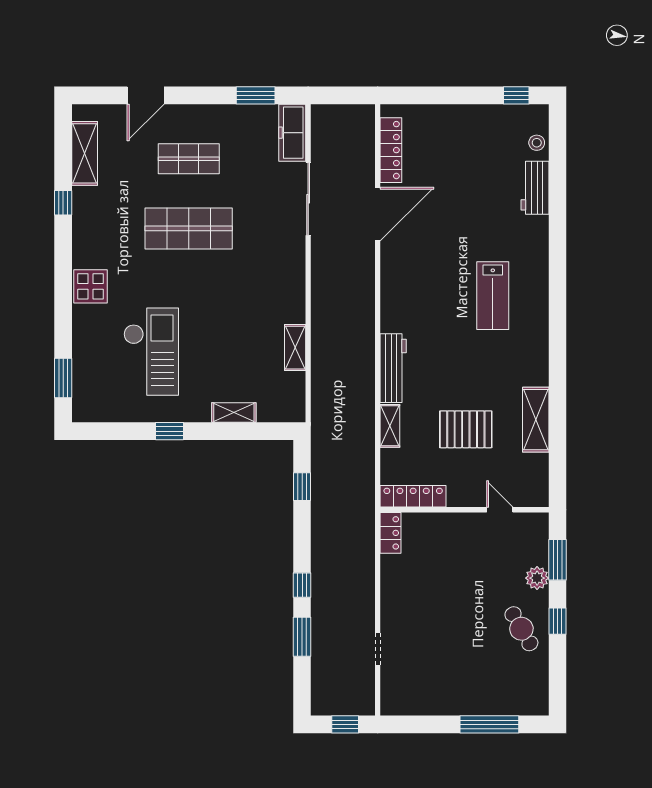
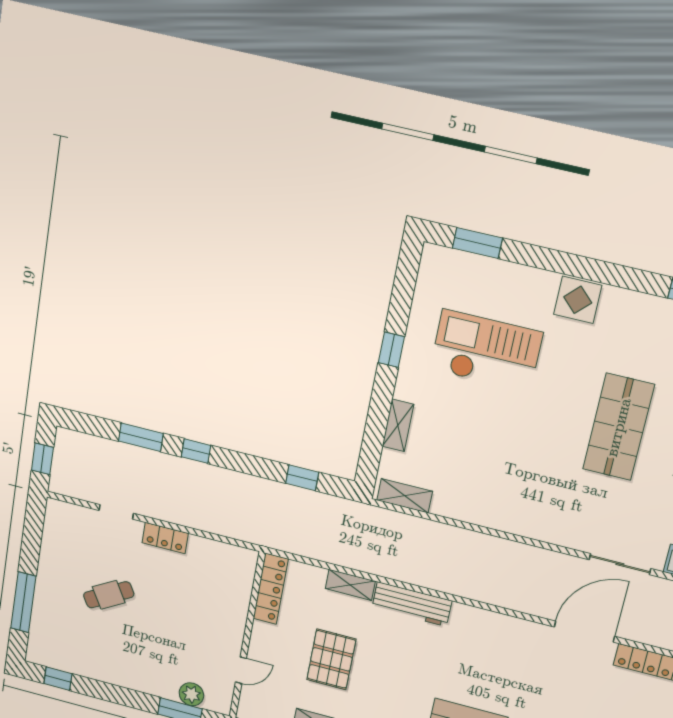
sliding door: (308, 199) -> (620, 564), width x0.73
door: (378, 214) -> (584, 632), swing flipped
shelving: (295, 348) -> (405, 496), moved
checkout: (151, 352) -> (486, 351), turned 180
locker: (391, 533) -> (165, 538), moved
plant: (537, 578) -> (191, 694), moved
window: (557, 621) -> (58, 679), moved
cafe table: (521, 629) -> (109, 595), moved

